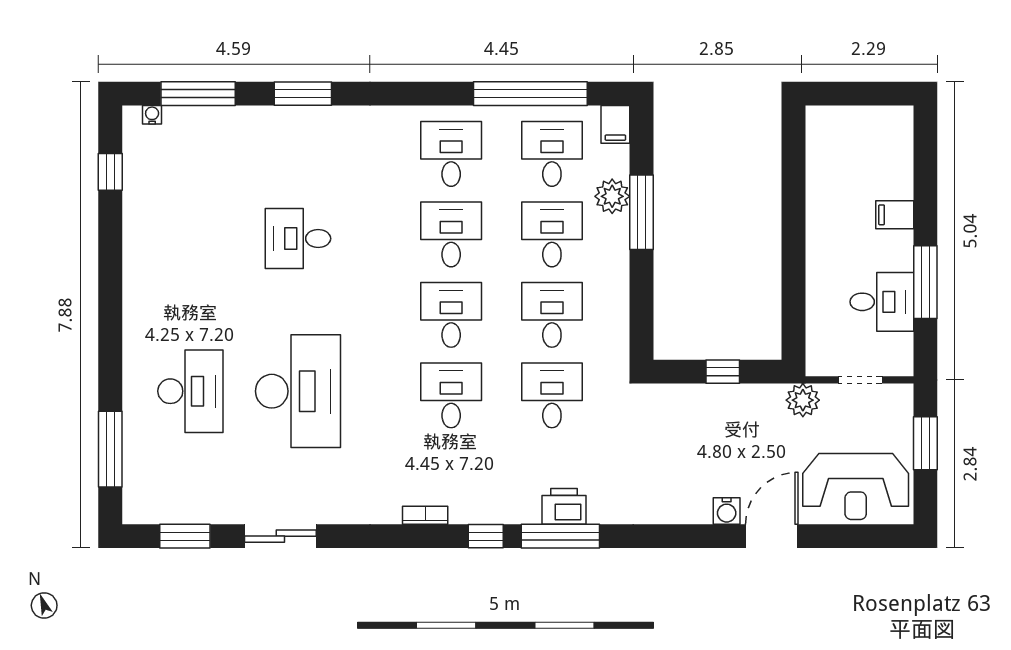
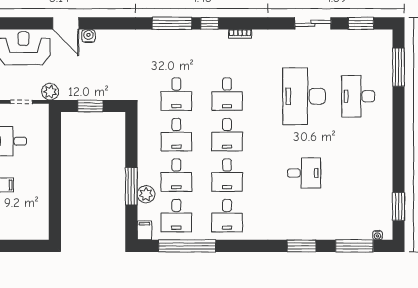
window: (110, 172) -> (399, 207), width x1.50
window: (723, 372) -> (90, 106), width x1.50
printer: (564, 506) -> (170, 38), removed
door: (772, 536) -> (66, 23), hinge flipped

